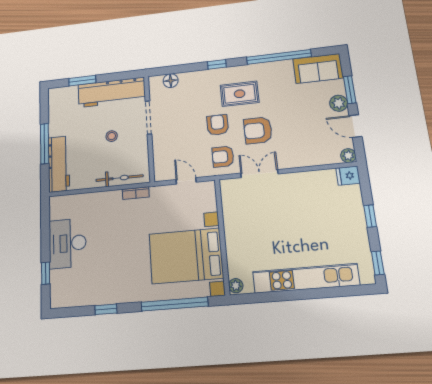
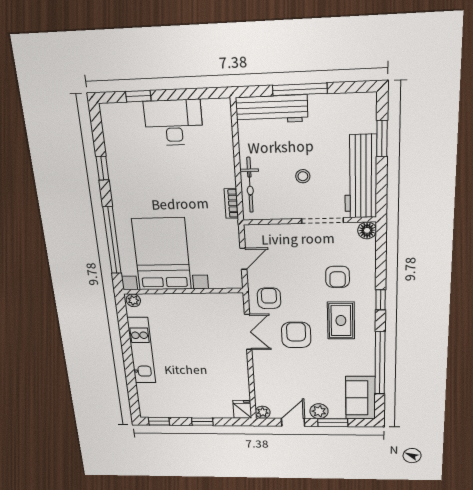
floor lamp: (171, 81) -> (367, 230), moved
armchair: (218, 125) -> (338, 277), moved, turned 90
kitchen unit: (306, 278) -> (141, 350), width x0.73

